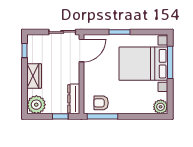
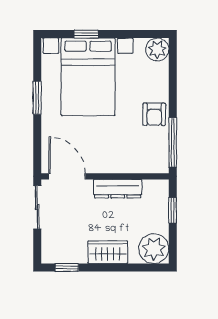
window: (120, 32) -> (37, 98), moved
window: (170, 62) -> (86, 34), width x0.46
dresser: (74, 99) -> (118, 189), moved
armchair: (101, 103) -> (154, 114), moved

